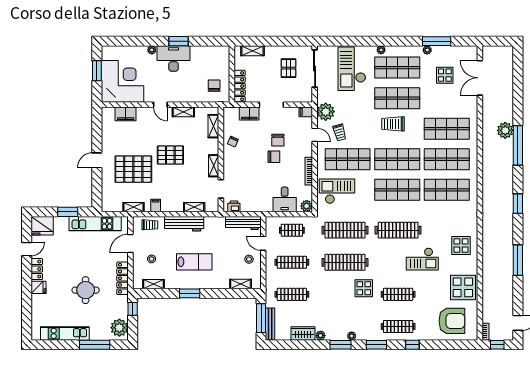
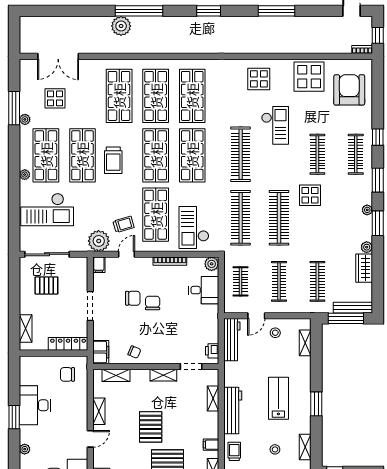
desk: (173, 58) -> (35, 405), moved
filing cabinet: (249, 113) -> (101, 352), moved

